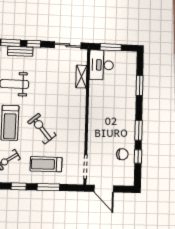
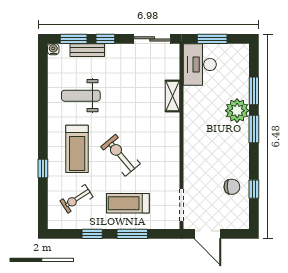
shelving: (81, 77) -> (172, 96), moved
plant: (127, 99) -> (237, 111), added
window: (139, 130) -> (254, 129), moved

